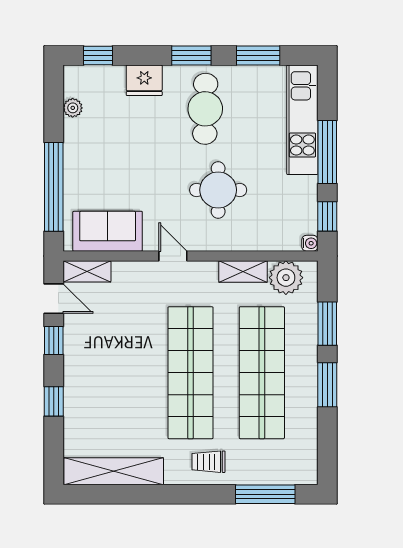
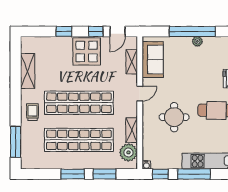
plant: (73, 108) -> (197, 41), moved
window: (54, 187) -> (192, 31), moved
shelving: (87, 271) -> (132, 62), moved
display table: (92, 358) -> (87, 51), added
shelving: (114, 471) -> (28, 71), width x0.68

